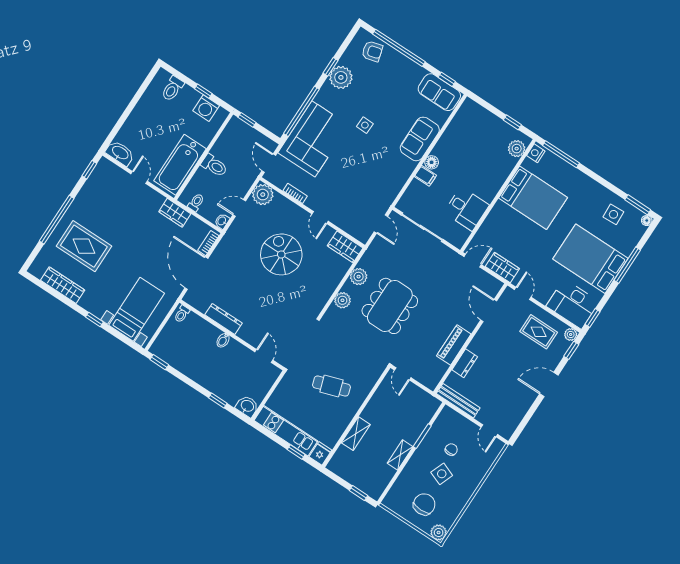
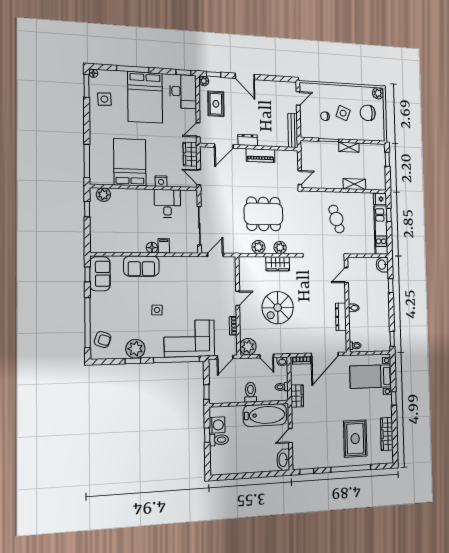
armchair: (372, 51) -> (103, 340), turned 124
toilet: (172, 89) -> (219, 440), moved
nightstand: (536, 153) -> (161, 181), moved
wardrobe: (345, 247) -> (278, 264), moved, turned 90
dresser: (465, 363) -> (248, 140), moved

